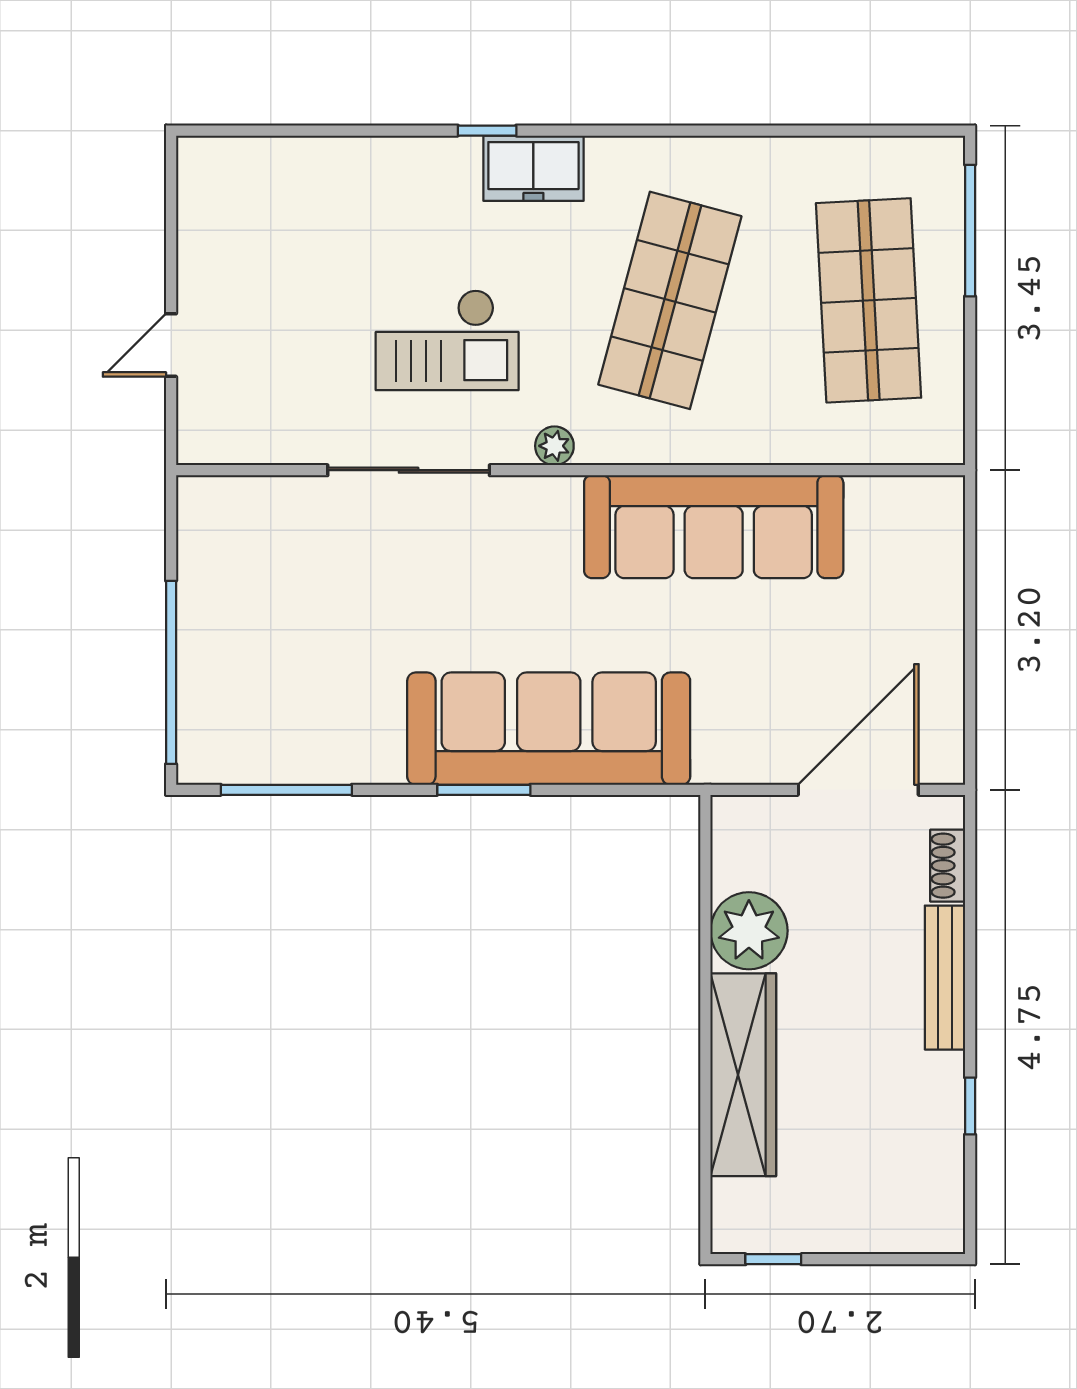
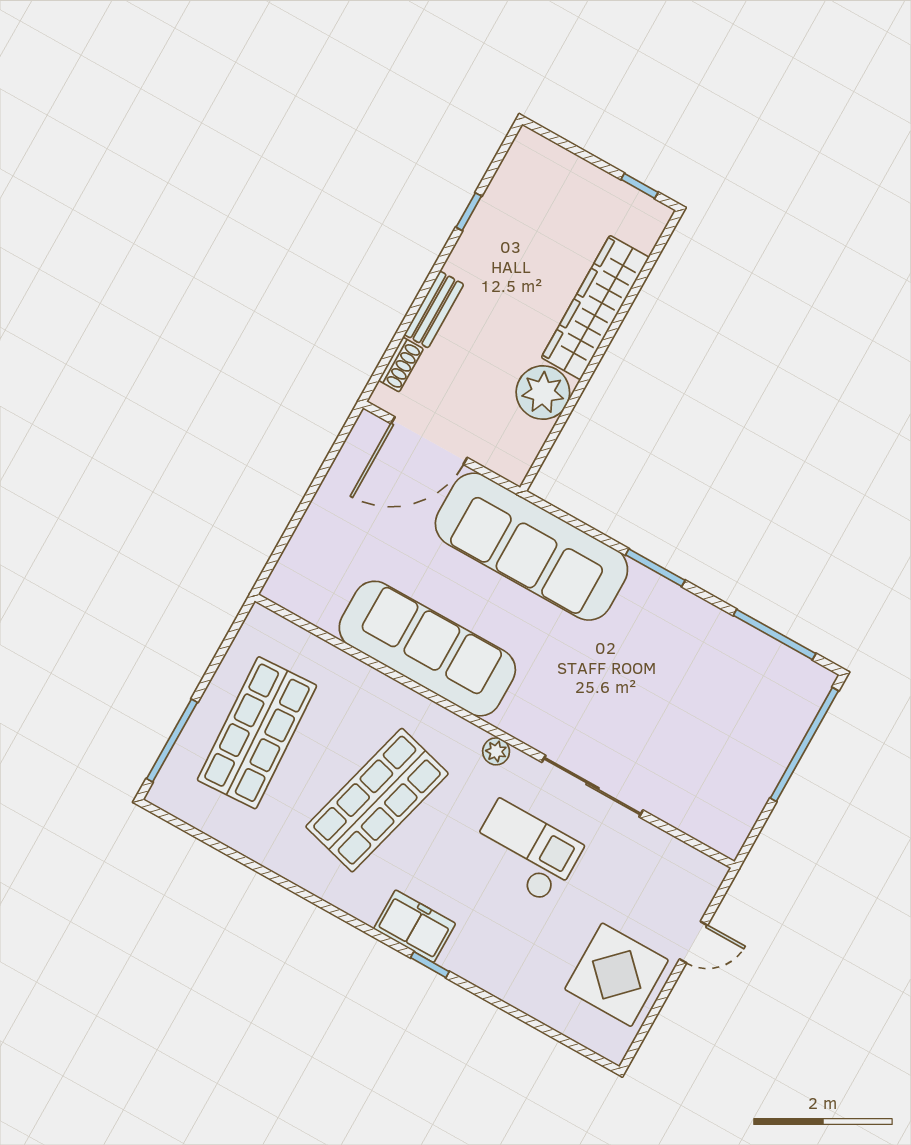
display table: (245, 250) -> (617, 975), added
sofa: (549, 729) -> (531, 547), moved
bench: (945, 978) -> (434, 309), width x0.73

